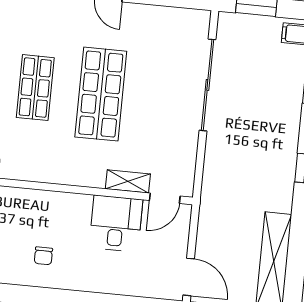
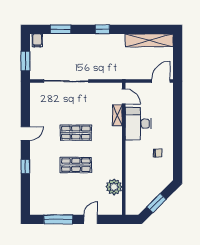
shop shelf: (101, 94) -> (76, 133), width x0.70, depth x0.74
desk: (116, 223) -> (138, 124), width x1.37

